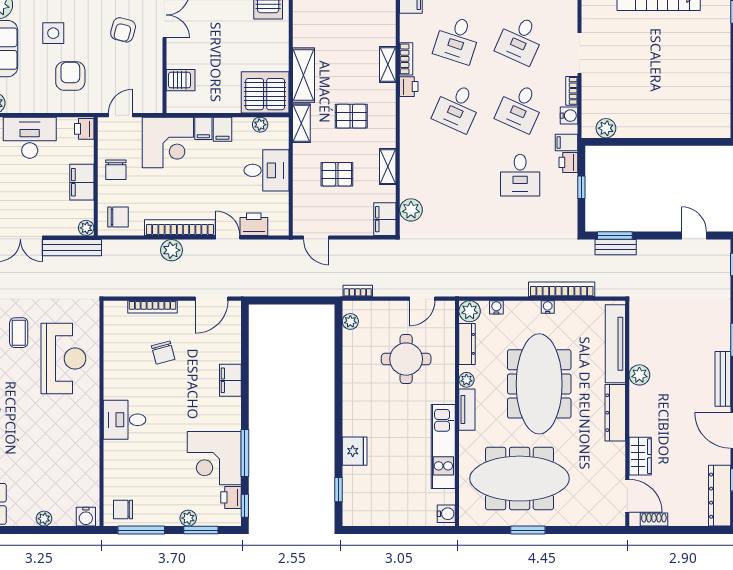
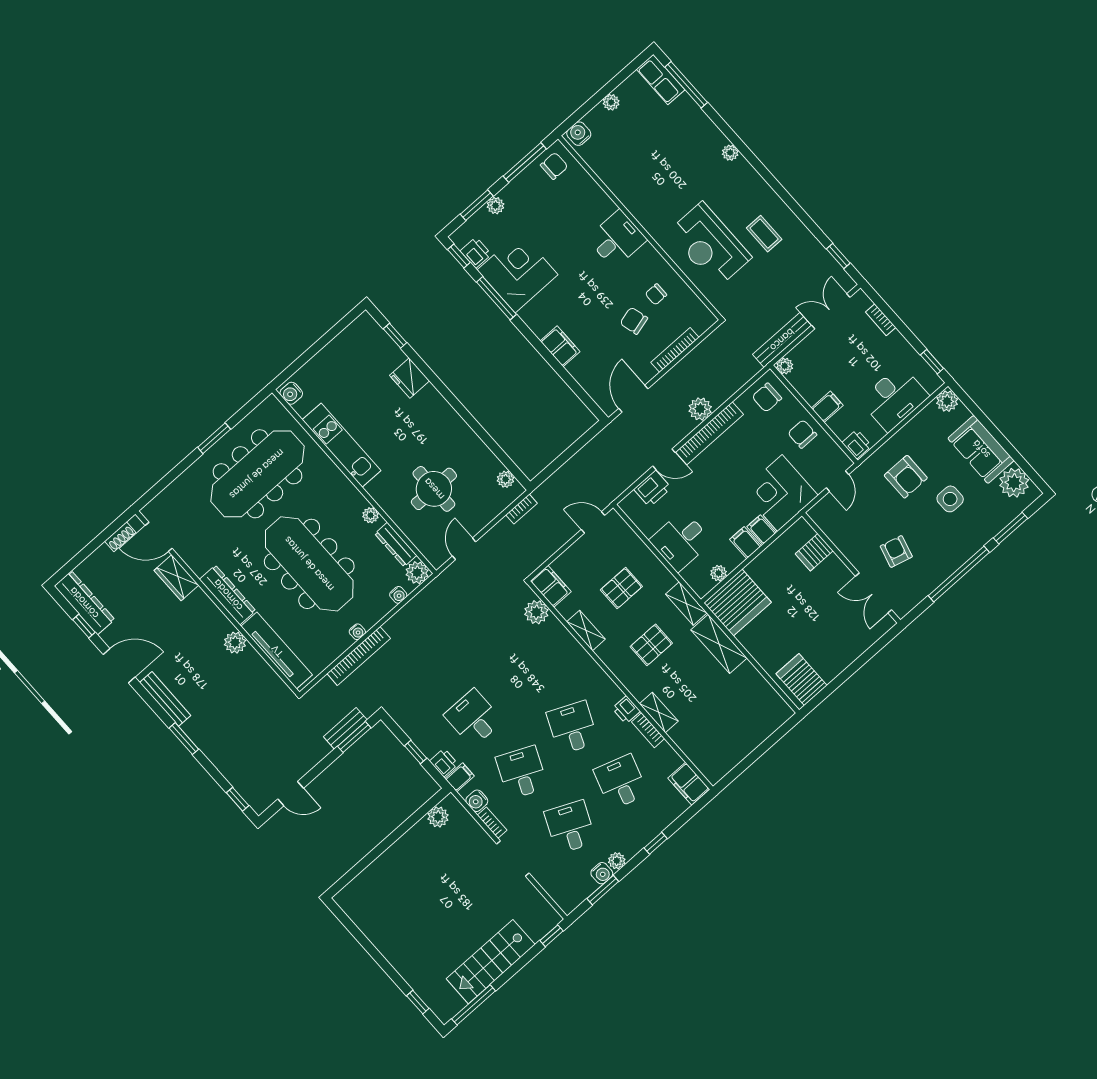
filing cabinet: (82, 182) -> (827, 407), width x0.50
chair: (131, 357) -> (656, 294), added
tv unit: (467, 410) -> (349, 492), removed

